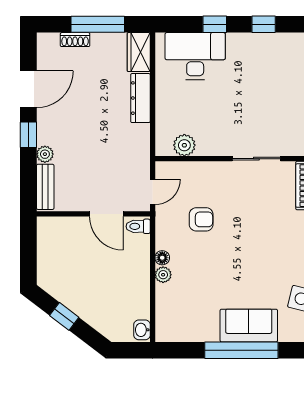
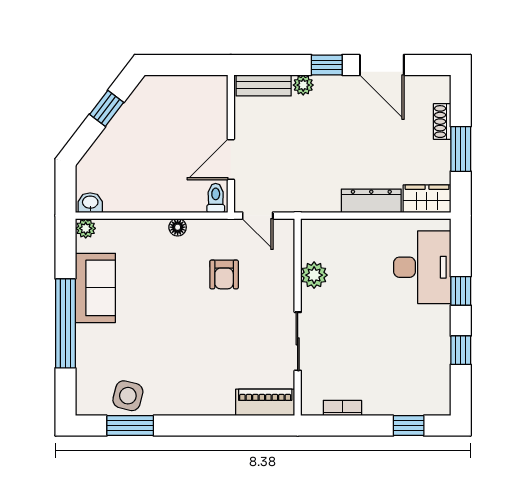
window: (98, 24) -> (461, 149), width x0.69
plant: (184, 145) -> (314, 275), moved
plant: (163, 275) -> (86, 228), moved
sofa: (249, 326) -> (95, 288), moved

